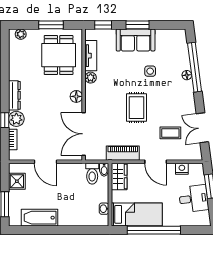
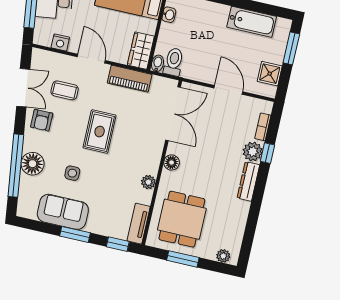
sofa: (136, 40) -> (63, 212), moved
tv unit: (91, 56) -> (139, 224), moved
floor lamp: (187, 75) -> (33, 164), width x1.89, depth x1.89
armchair: (183, 106) -> (42, 120), added

